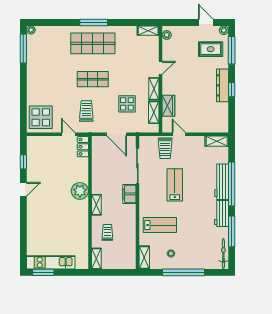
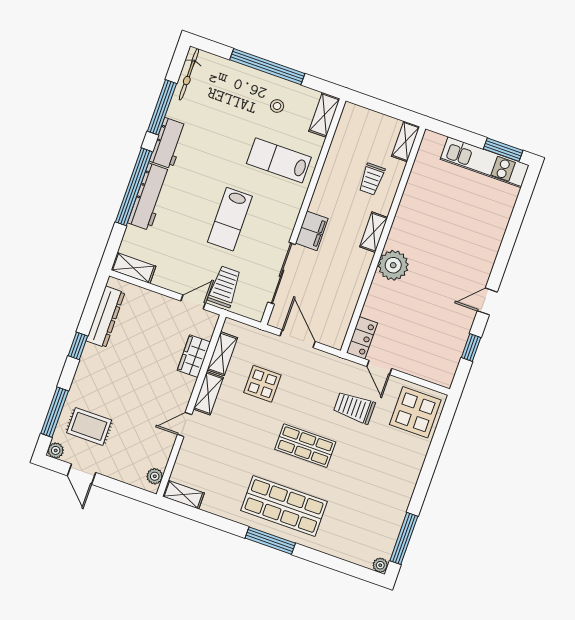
dresser: (222, 85) -> (105, 317), moved
trolley: (86, 111) -> (354, 408), moved, turned 90
door: (179, 134) -> (193, 302), swing flipped

